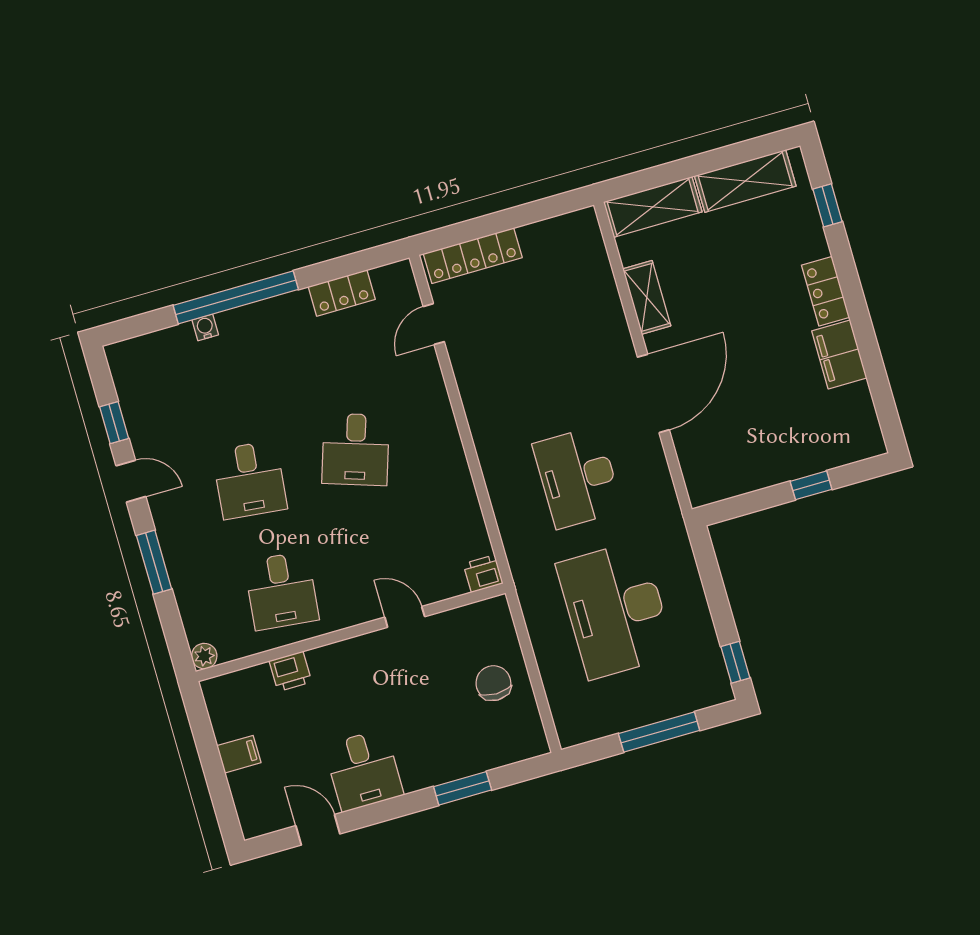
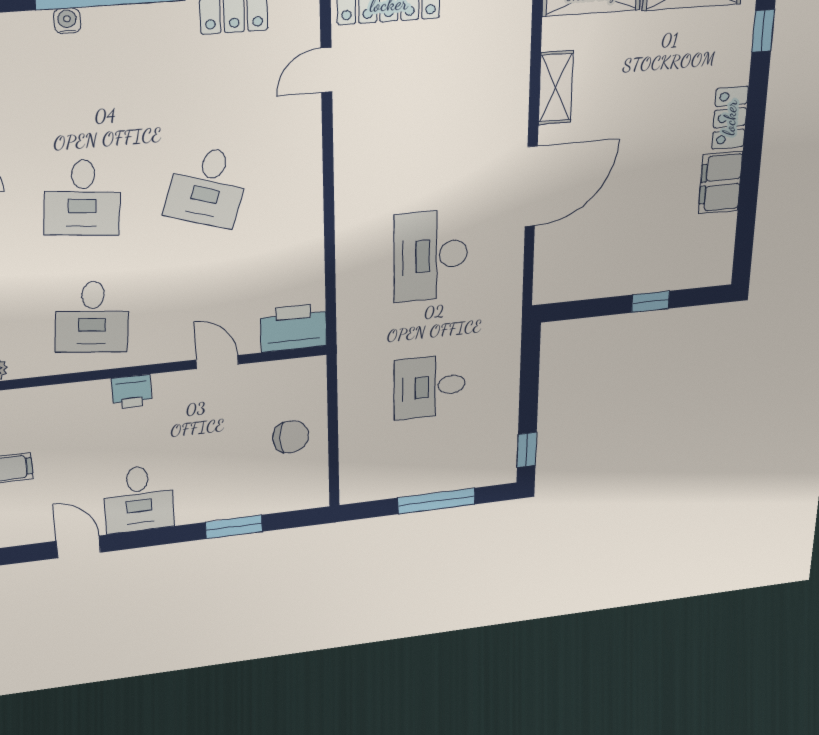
printer: (483, 574) -> (294, 328), width x1.87, depth x1.48
desk: (616, 610) -> (430, 387), width x0.53, depth x0.77
printer: (290, 671) -> (132, 392), moved
chair: (493, 683) -> (291, 437), turned 90

